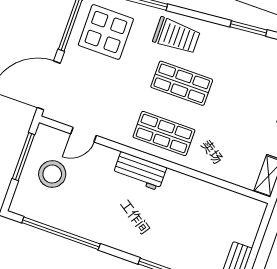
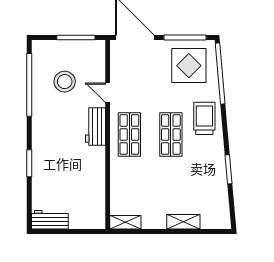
trolley: (177, 36) -> (204, 118), turned 180
door: (83, 135) -> (108, 93), moved
stool: (52, 174) -> (65, 82), moved

